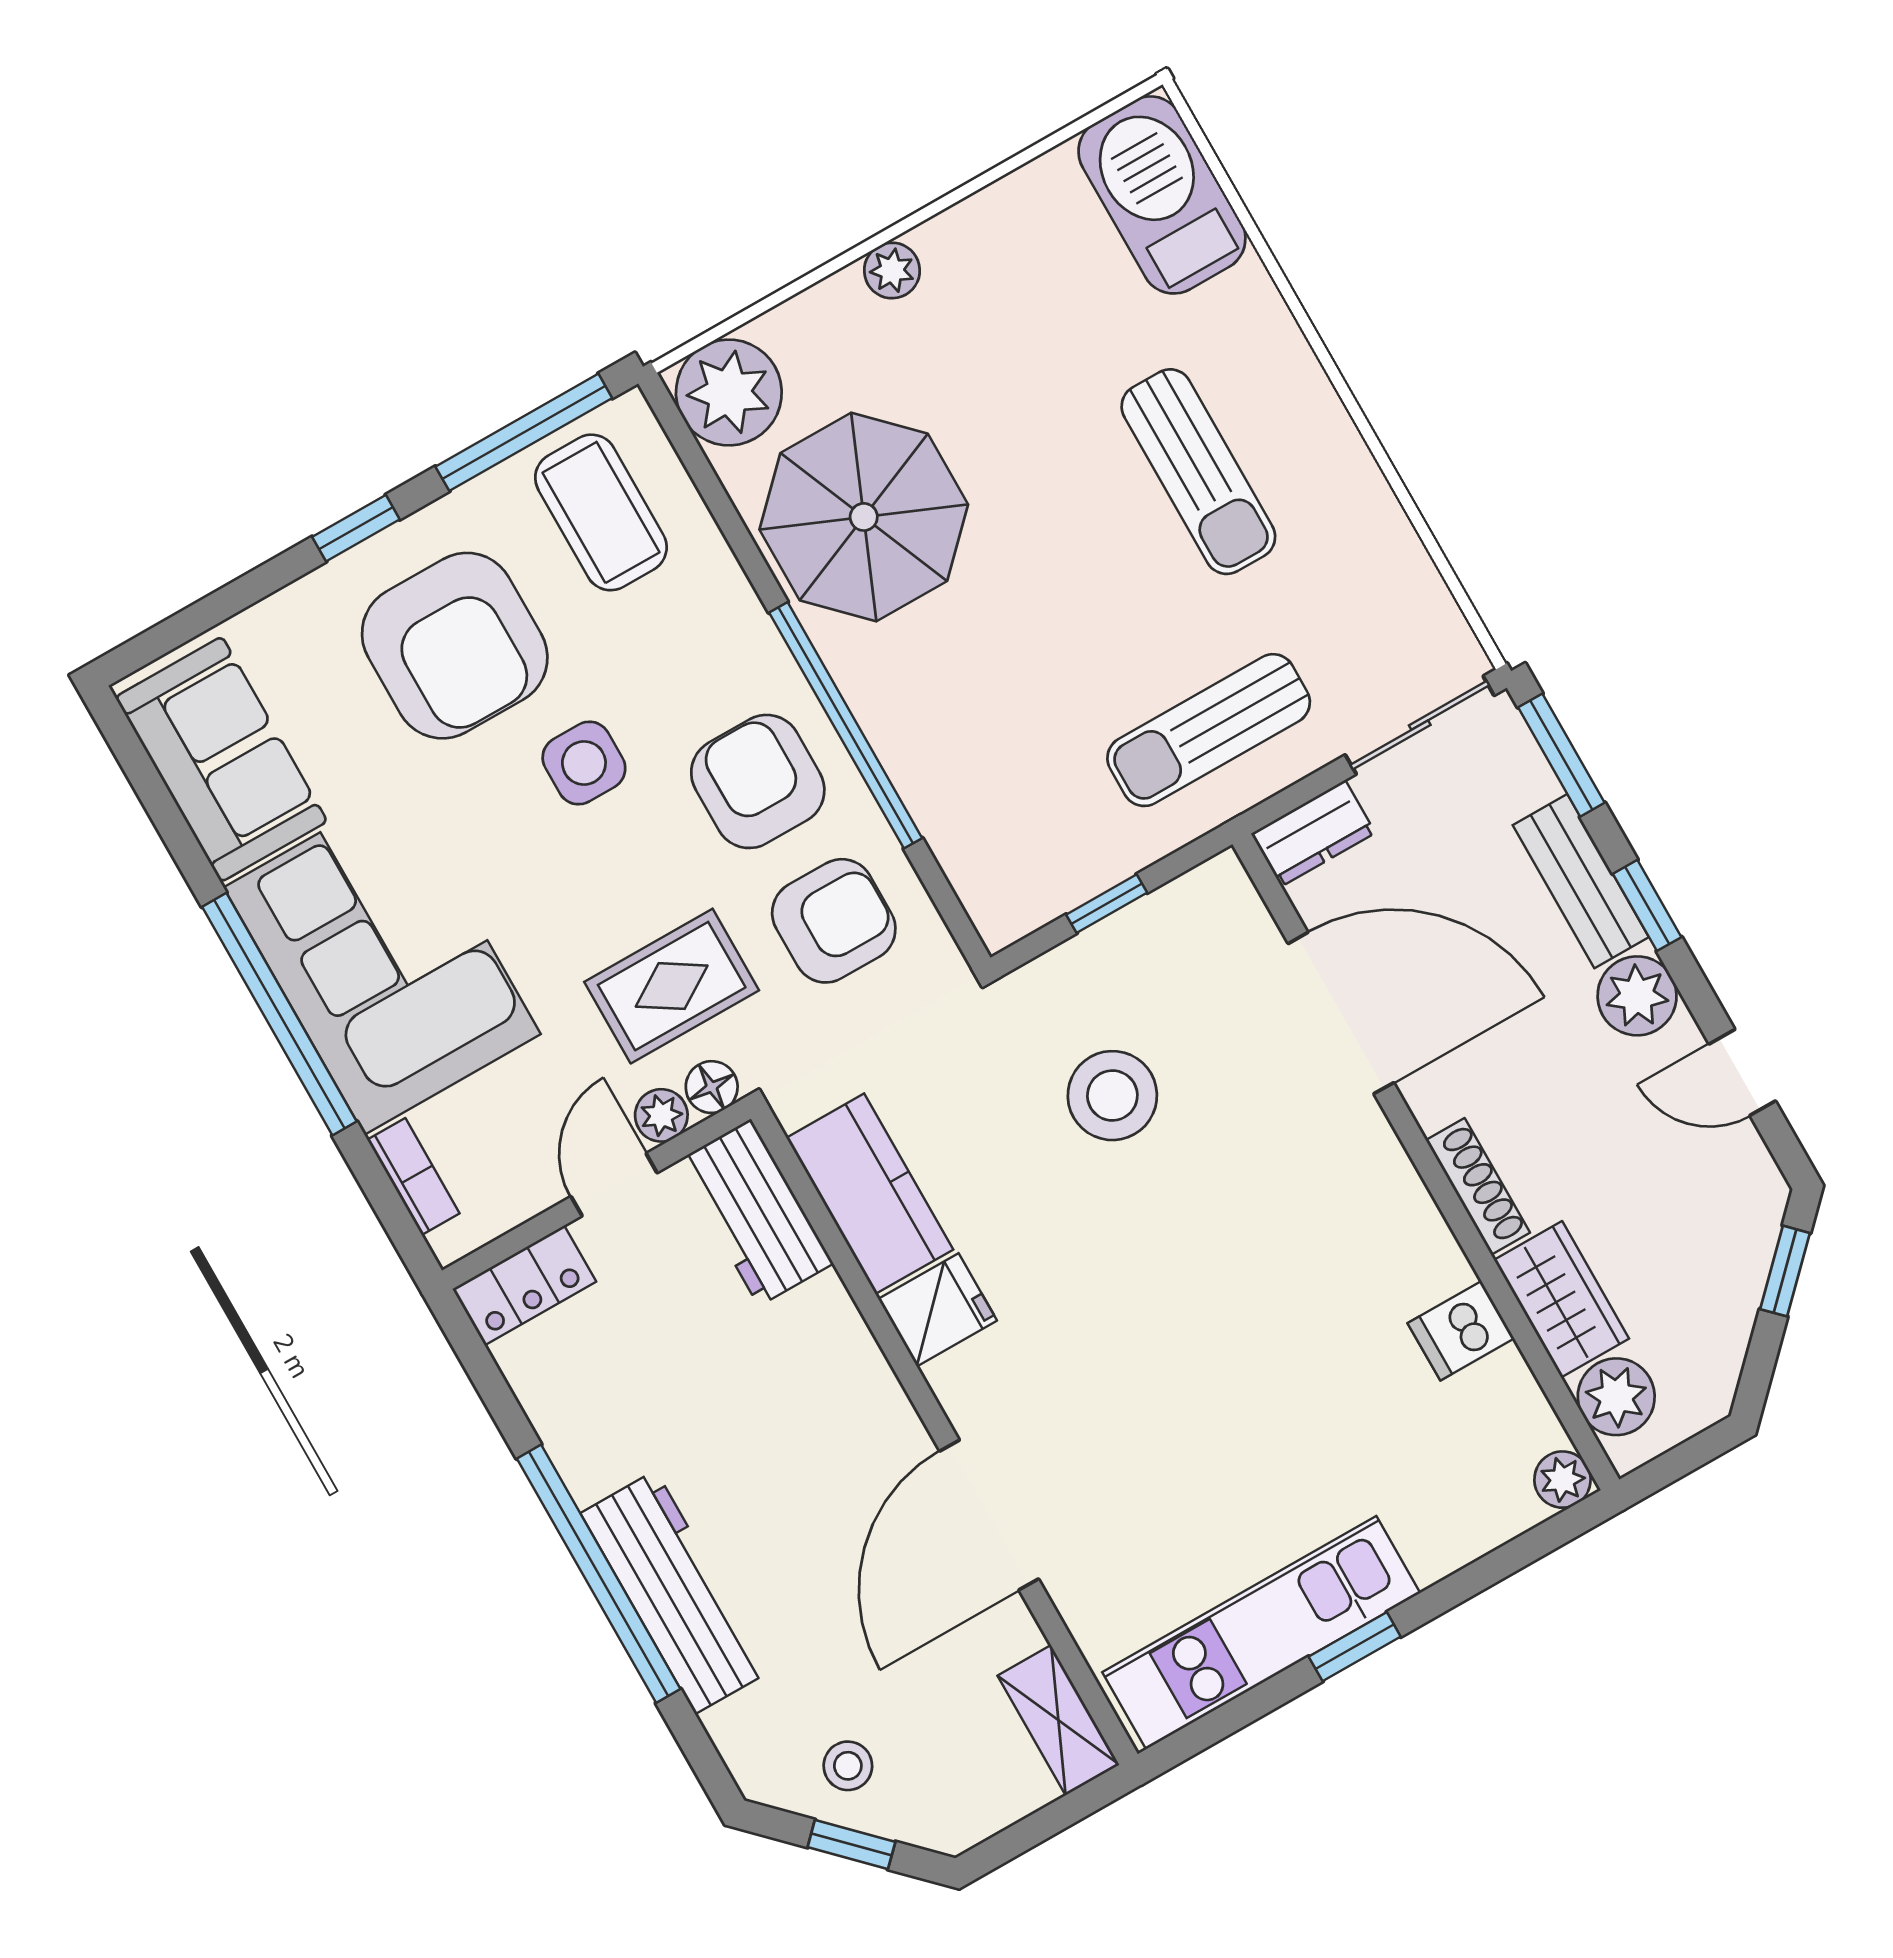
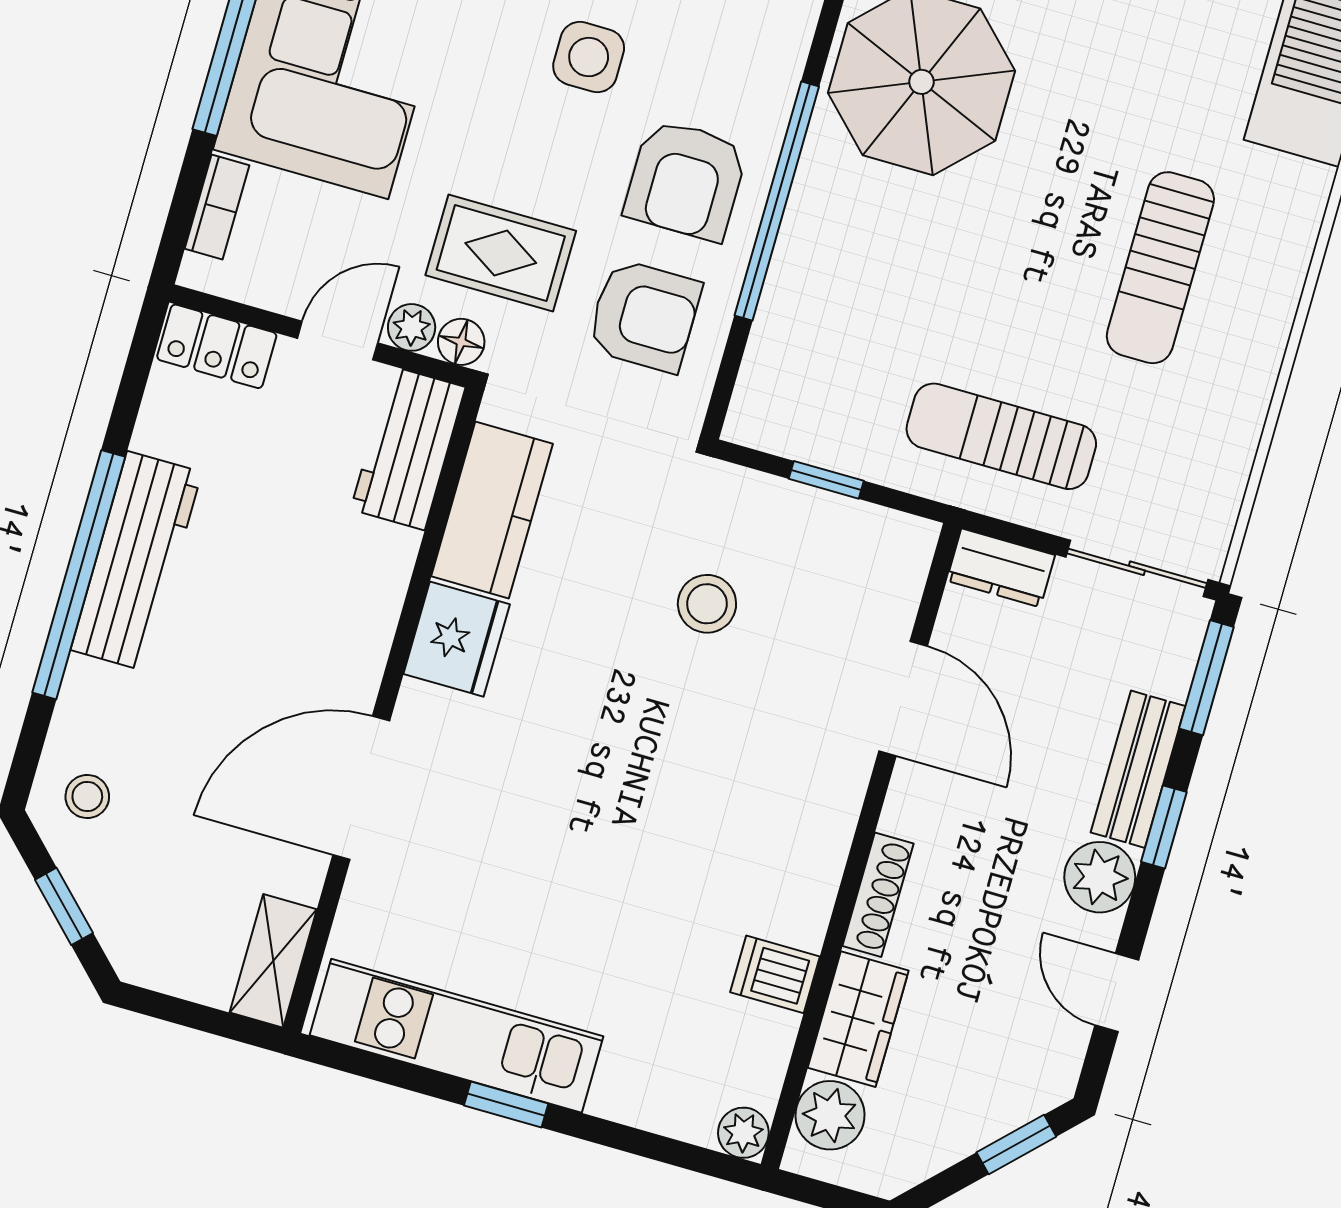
armchair: (758, 781) -> (686, 180), turned 180
door: (1341, 1013) -> (903, 698), width x0.73
stool: (1112, 1096) -> (707, 604), width x0.73, depth x0.73
fridge: (938, 1310) -> (457, 639), width x1.38
workbench: (675, 1592) -> (136, 561), moved
stool: (848, 1766) -> (87, 796), moved

